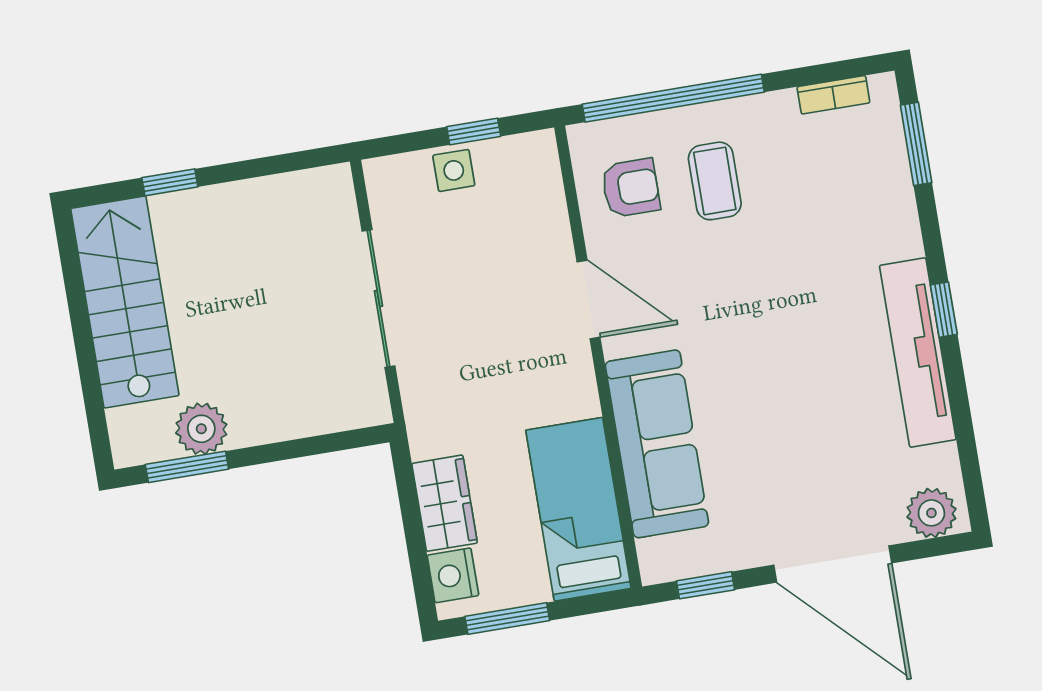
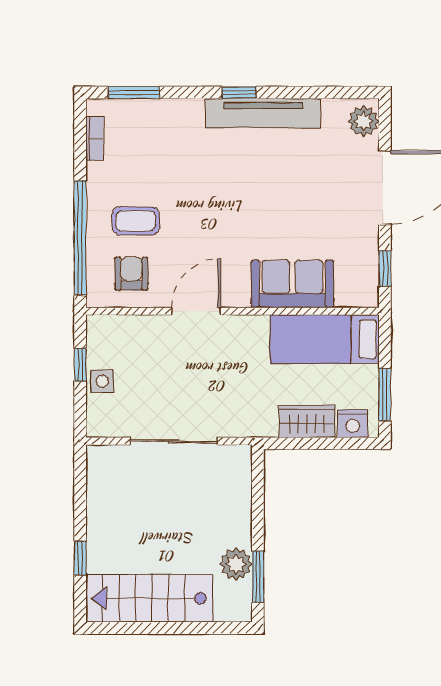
sofa: (657, 444) -> (292, 284), width x0.73

